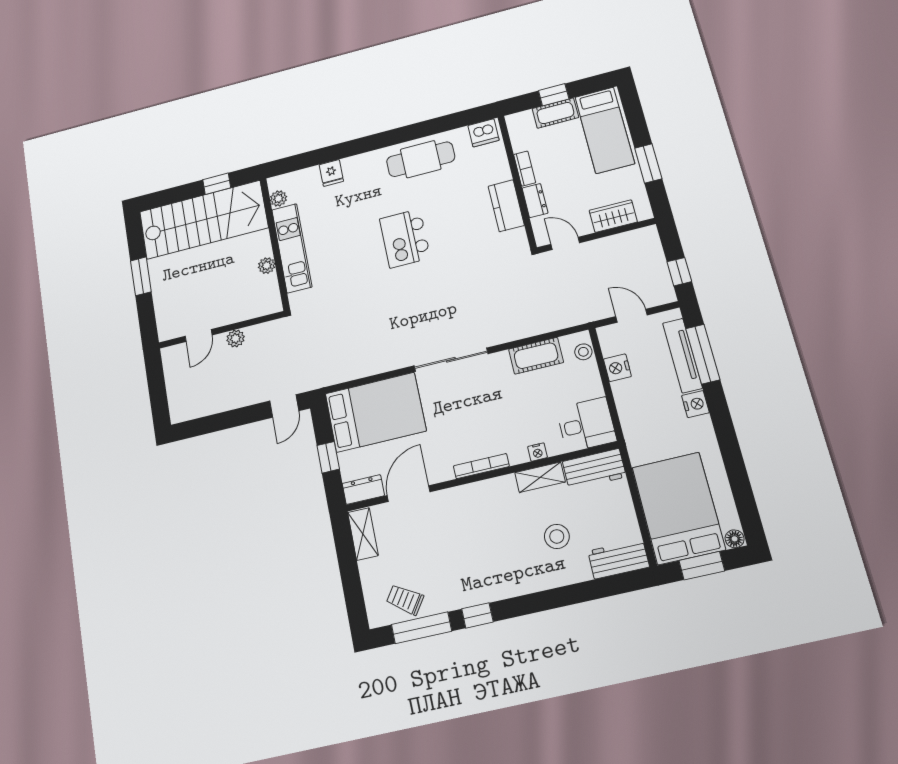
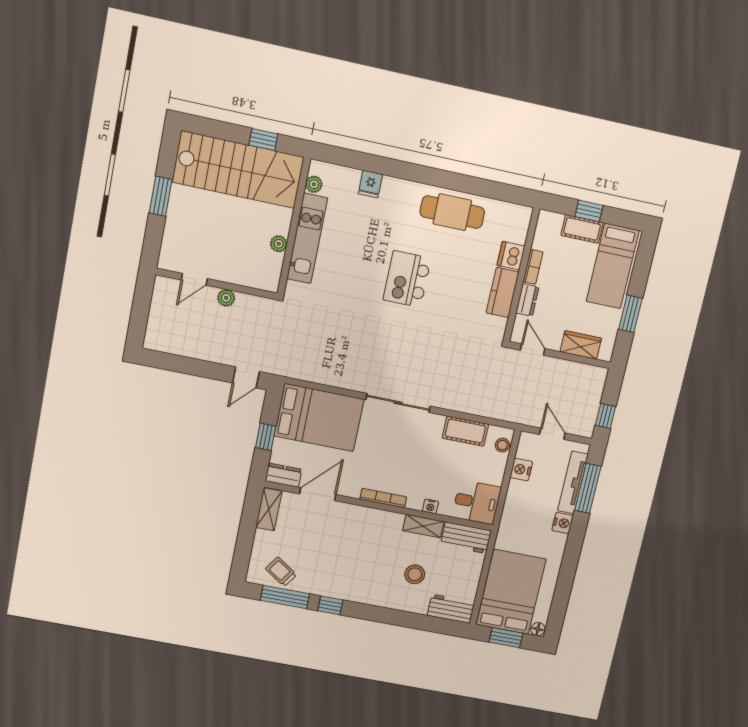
dishwasher: (484, 133) -> (511, 256), moved, turned 90

